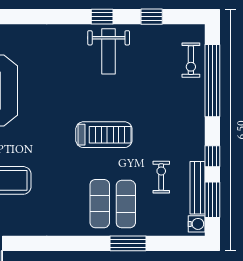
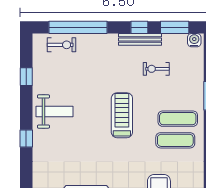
window: (102, 17) -> (26, 139), moved
bench: (198, 188) -> (140, 39), moved
exercise mat: (126, 204) -> (175, 140), moved

